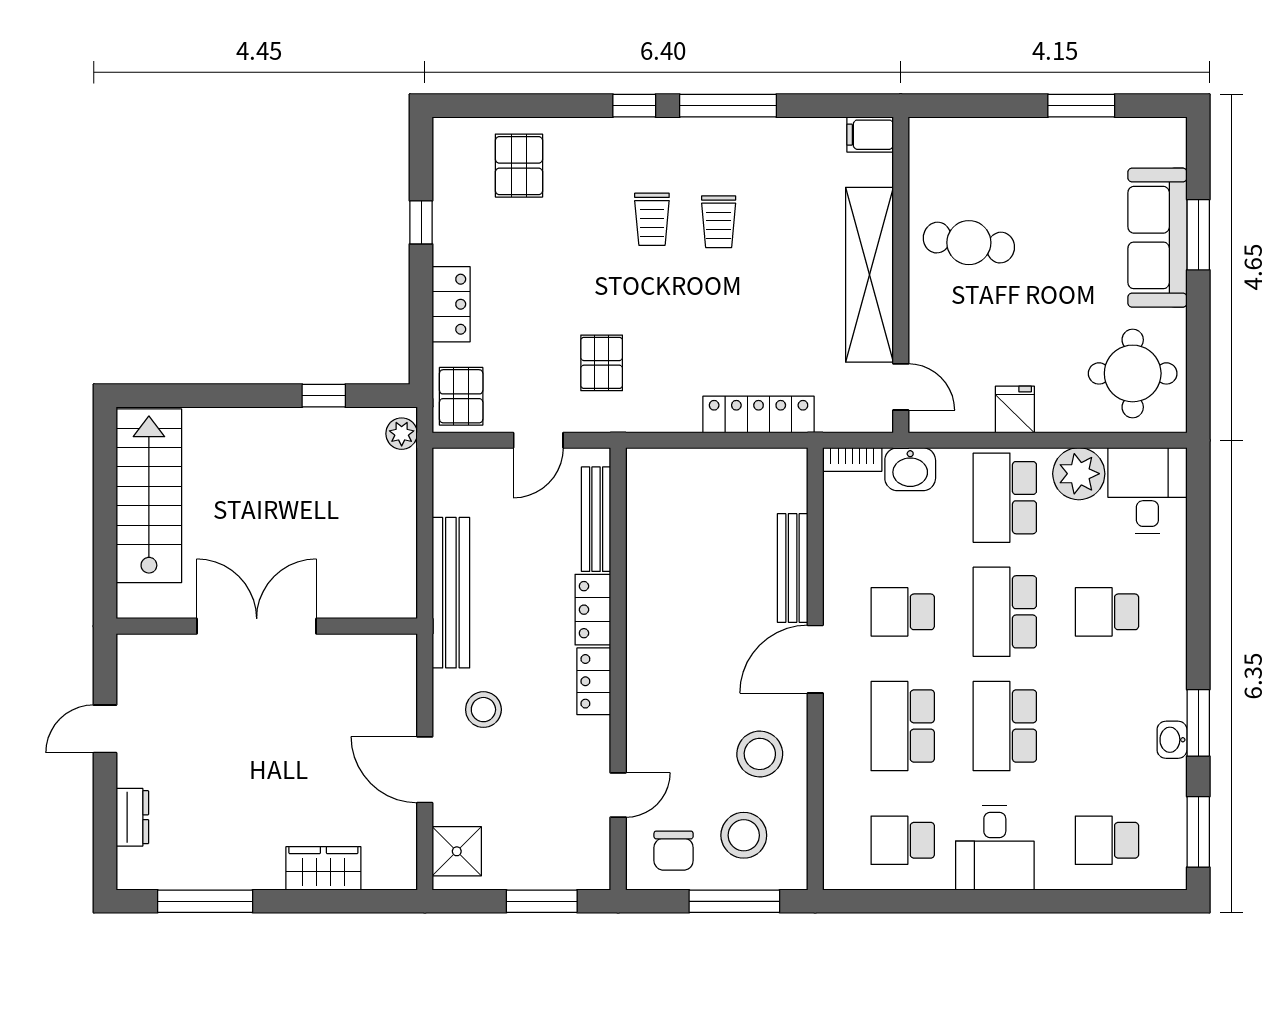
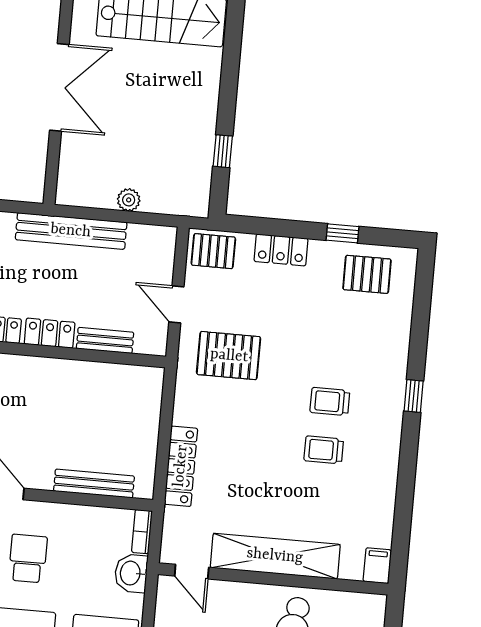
window: (728, 106) -> (408, 464), removed
pallet: (519, 166) -> (367, 274), moved
pallet: (602, 363) -> (229, 356), width x1.50, depth x1.42
door: (901, 387) -> (192, 572), hinge flipped
plant: (402, 434) -> (129, 200), moved
bench: (596, 519) -> (105, 340), width x0.73
bench: (793, 568) -> (94, 484), moved

